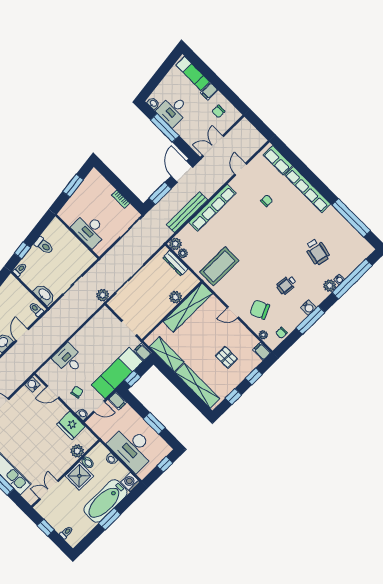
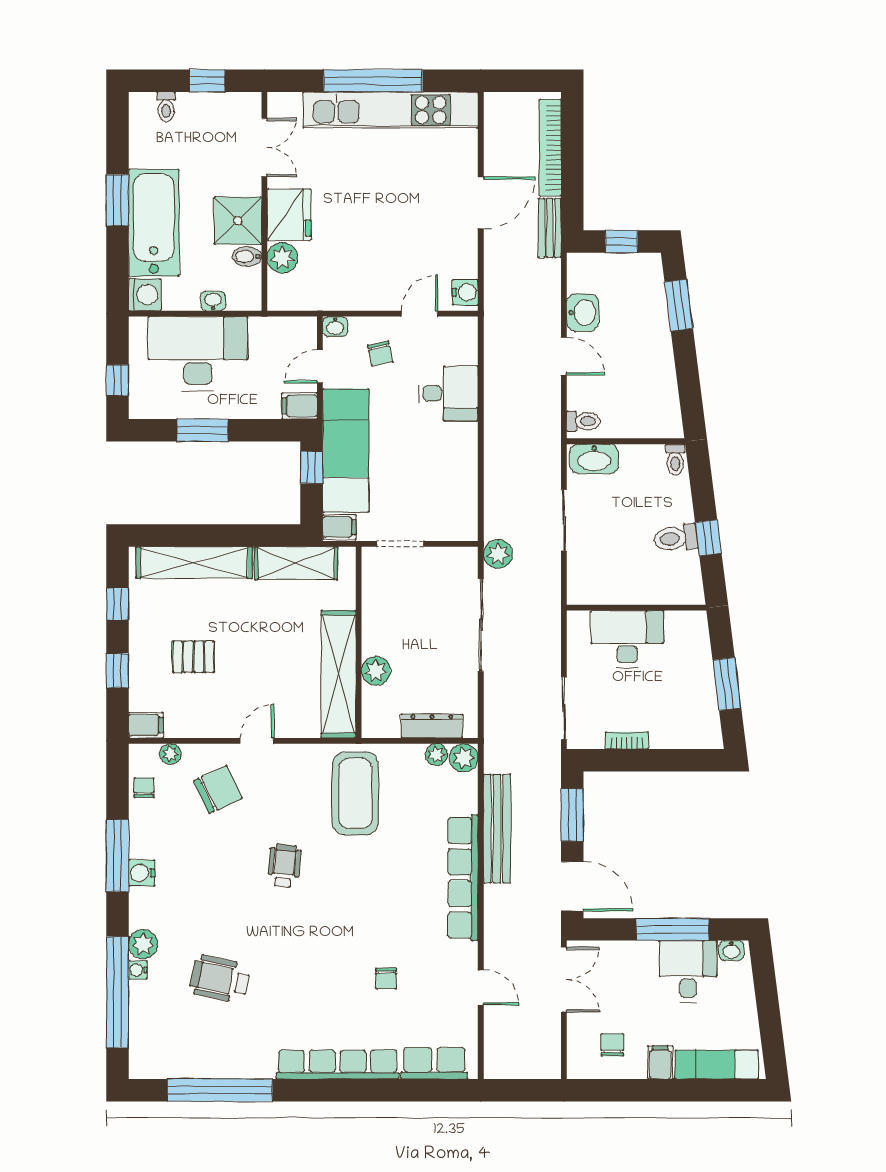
window: (22, 250) -> (708, 538), moved
wheelchair: (287, 285) -> (284, 866), moved
fridge: (71, 425) -> (289, 215), moved, turned 90

